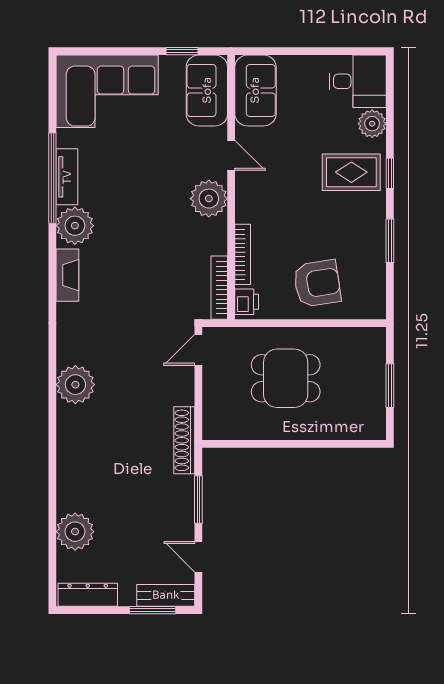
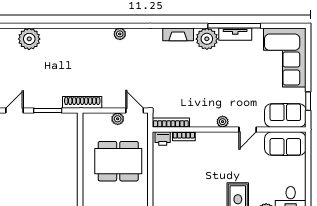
plant: (209, 199) -> (223, 122), width x0.53, depth x0.53
bookcase: (243, 254) -> (184, 136), width x0.64
armchair: (317, 283) -> (173, 179), removed
dining table: (286, 378) -> (118, 161), width x1.38
plant: (213, 379) -> (118, 119), added
plant: (75, 385) -> (120, 34), width x0.53, depth x0.53

